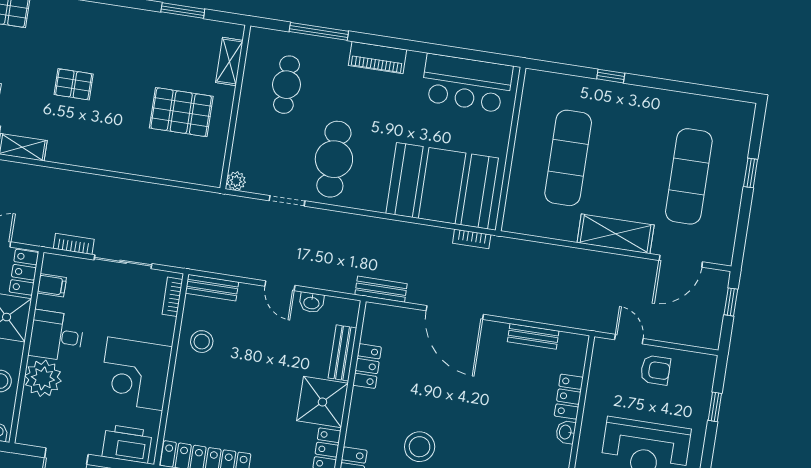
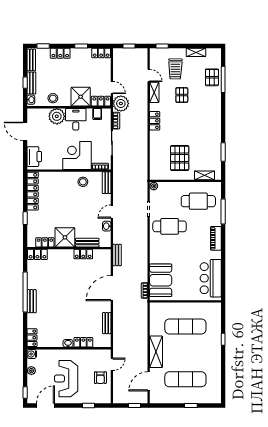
pallet: (74, 84) -> (182, 95), moved
cafe table: (286, 85) -> (198, 201), width x1.37, depth x1.35
locker: (87, 156) -> (155, 121), added
booth: (442, 186) -> (161, 280), width x0.73, depth x0.70
plant: (36, 227) -> (121, 103), added
door: (681, 261) -> (149, 381), hinge flipped
corner desk: (135, 374) -> (77, 155), moved
stool: (420, 447) -> (52, 282), removed

